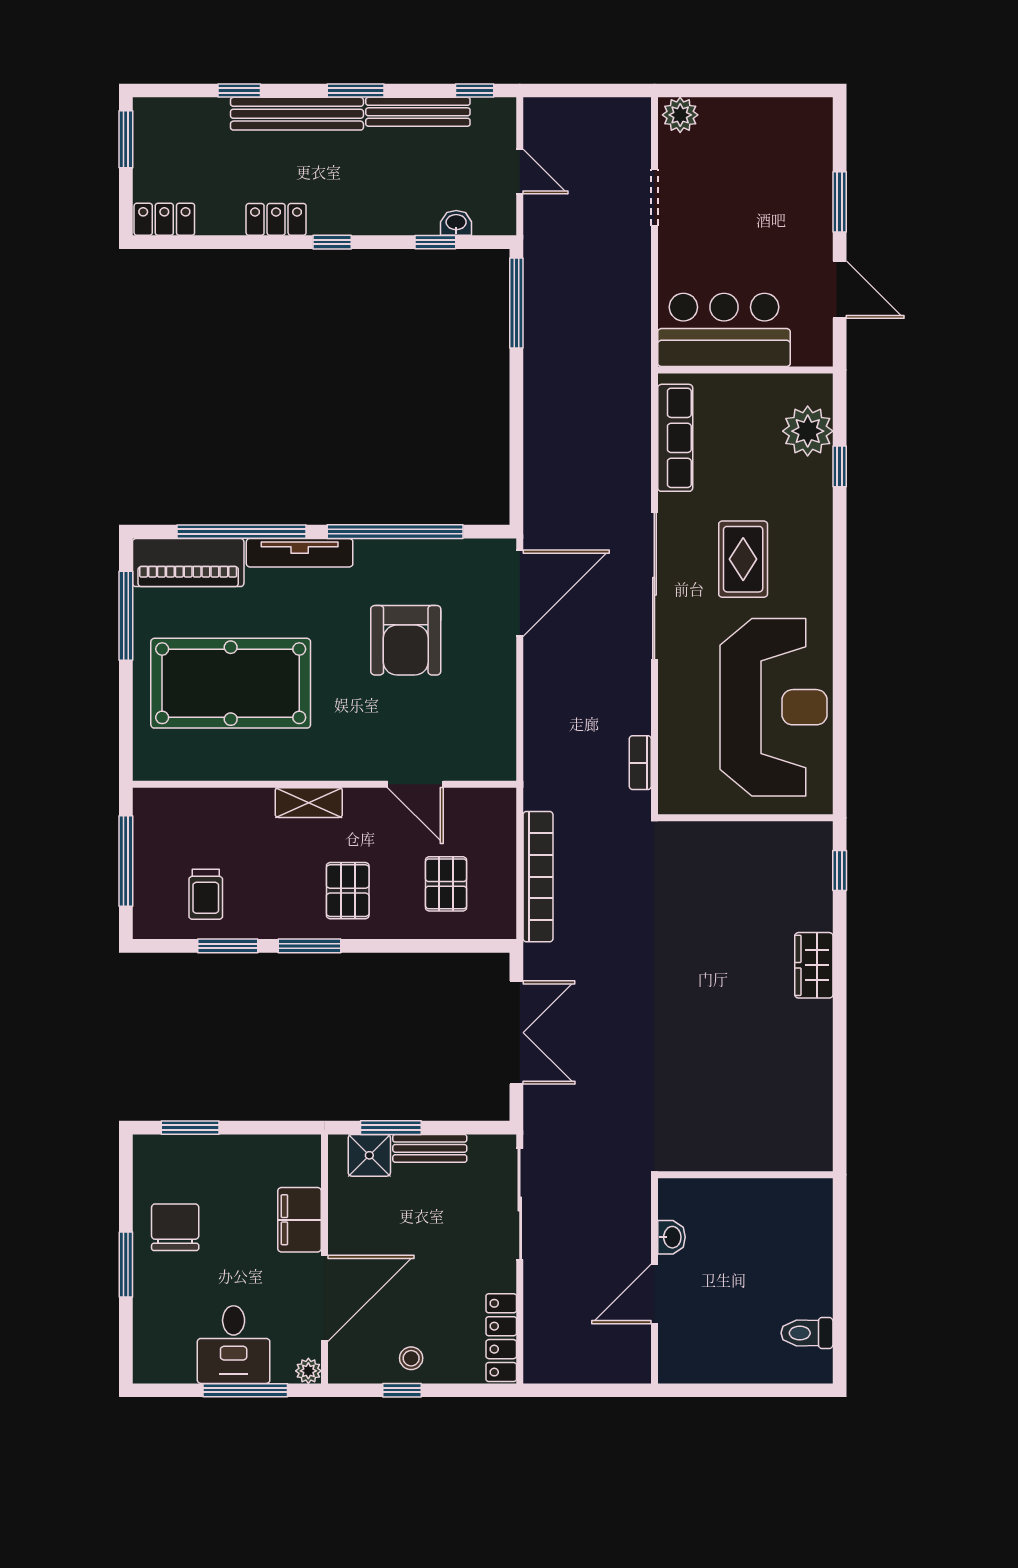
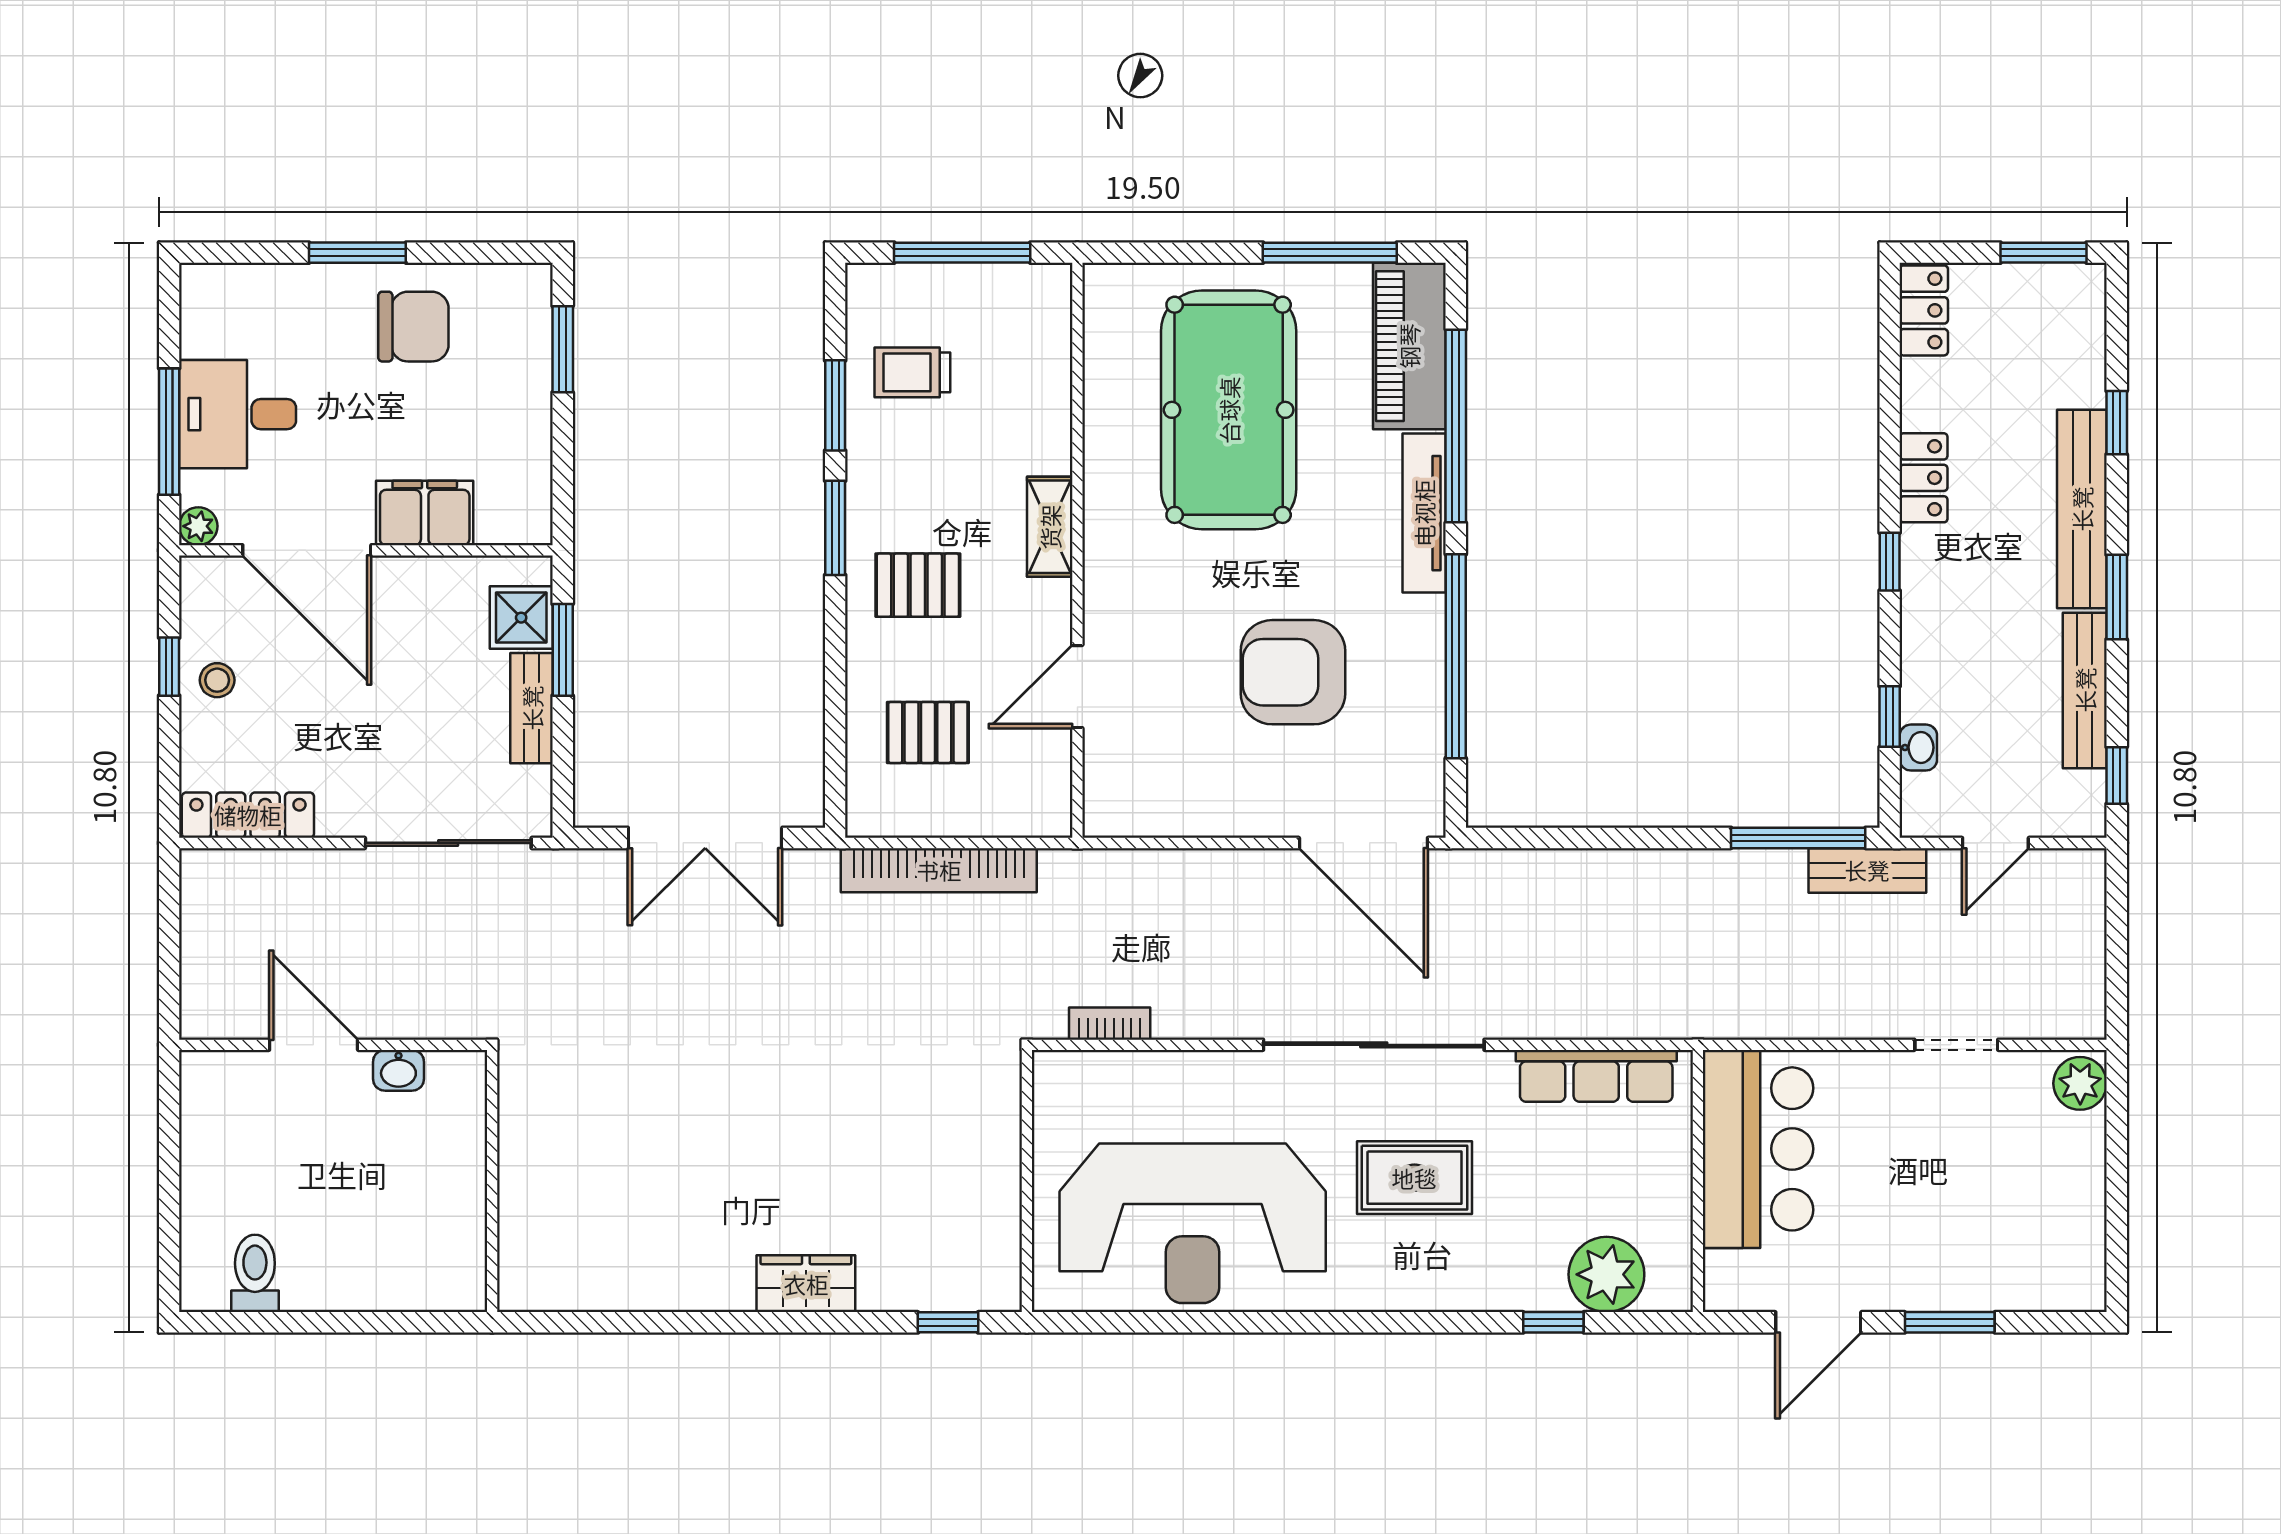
bench: (538, 257) -> (1867, 870), added

